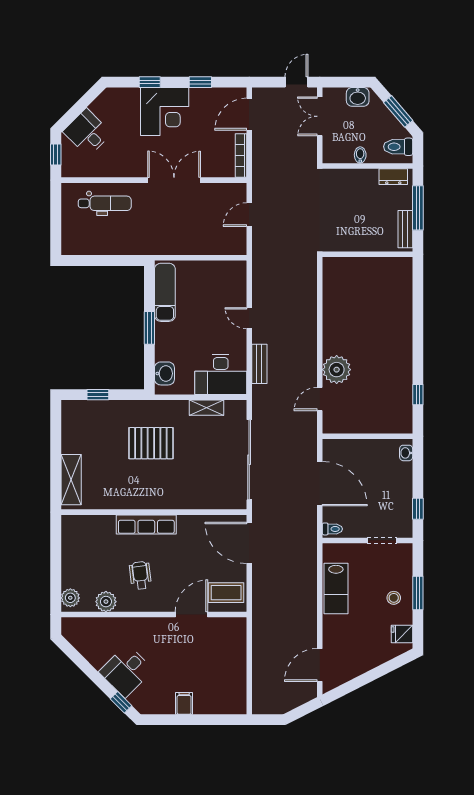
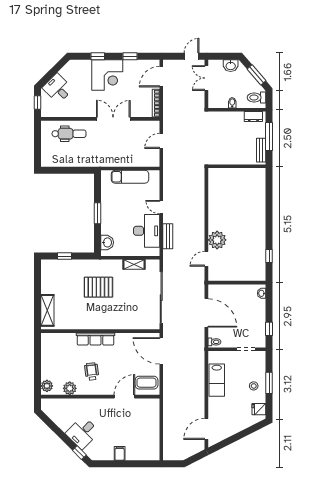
exam couch: (165, 292) -> (130, 177), moved, turned 90
desk: (221, 374) -> (147, 231), moved, turned -90

